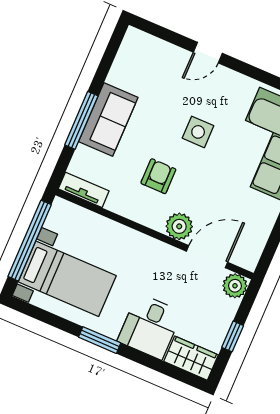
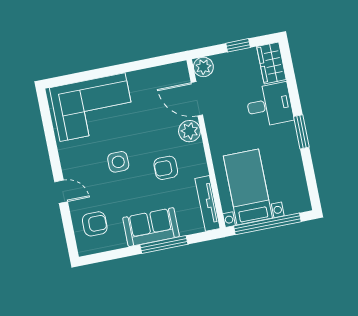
armchair: (151, 64) -> (95, 224), added
tv unit: (84, 190) -> (207, 203), width x1.41
bed with nightstands: (67, 279) -> (248, 187), moved

